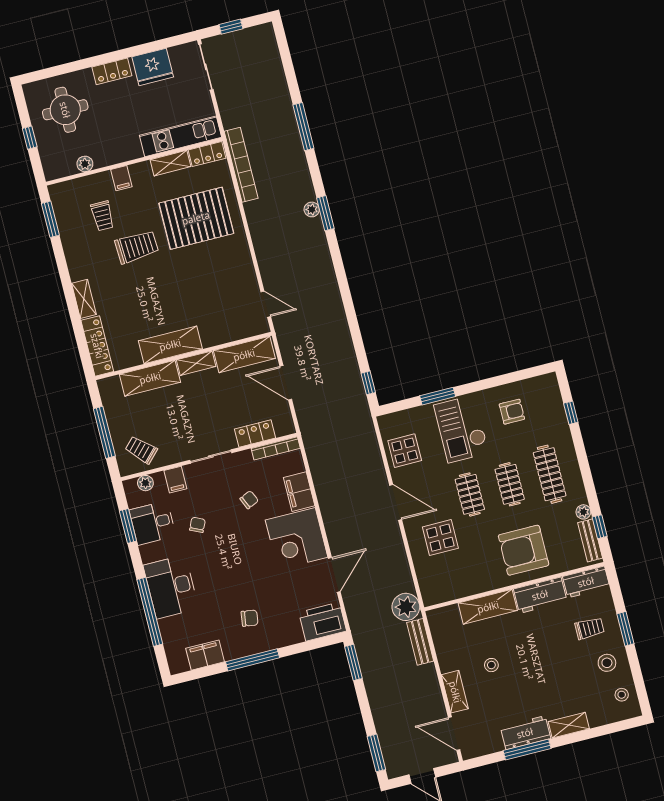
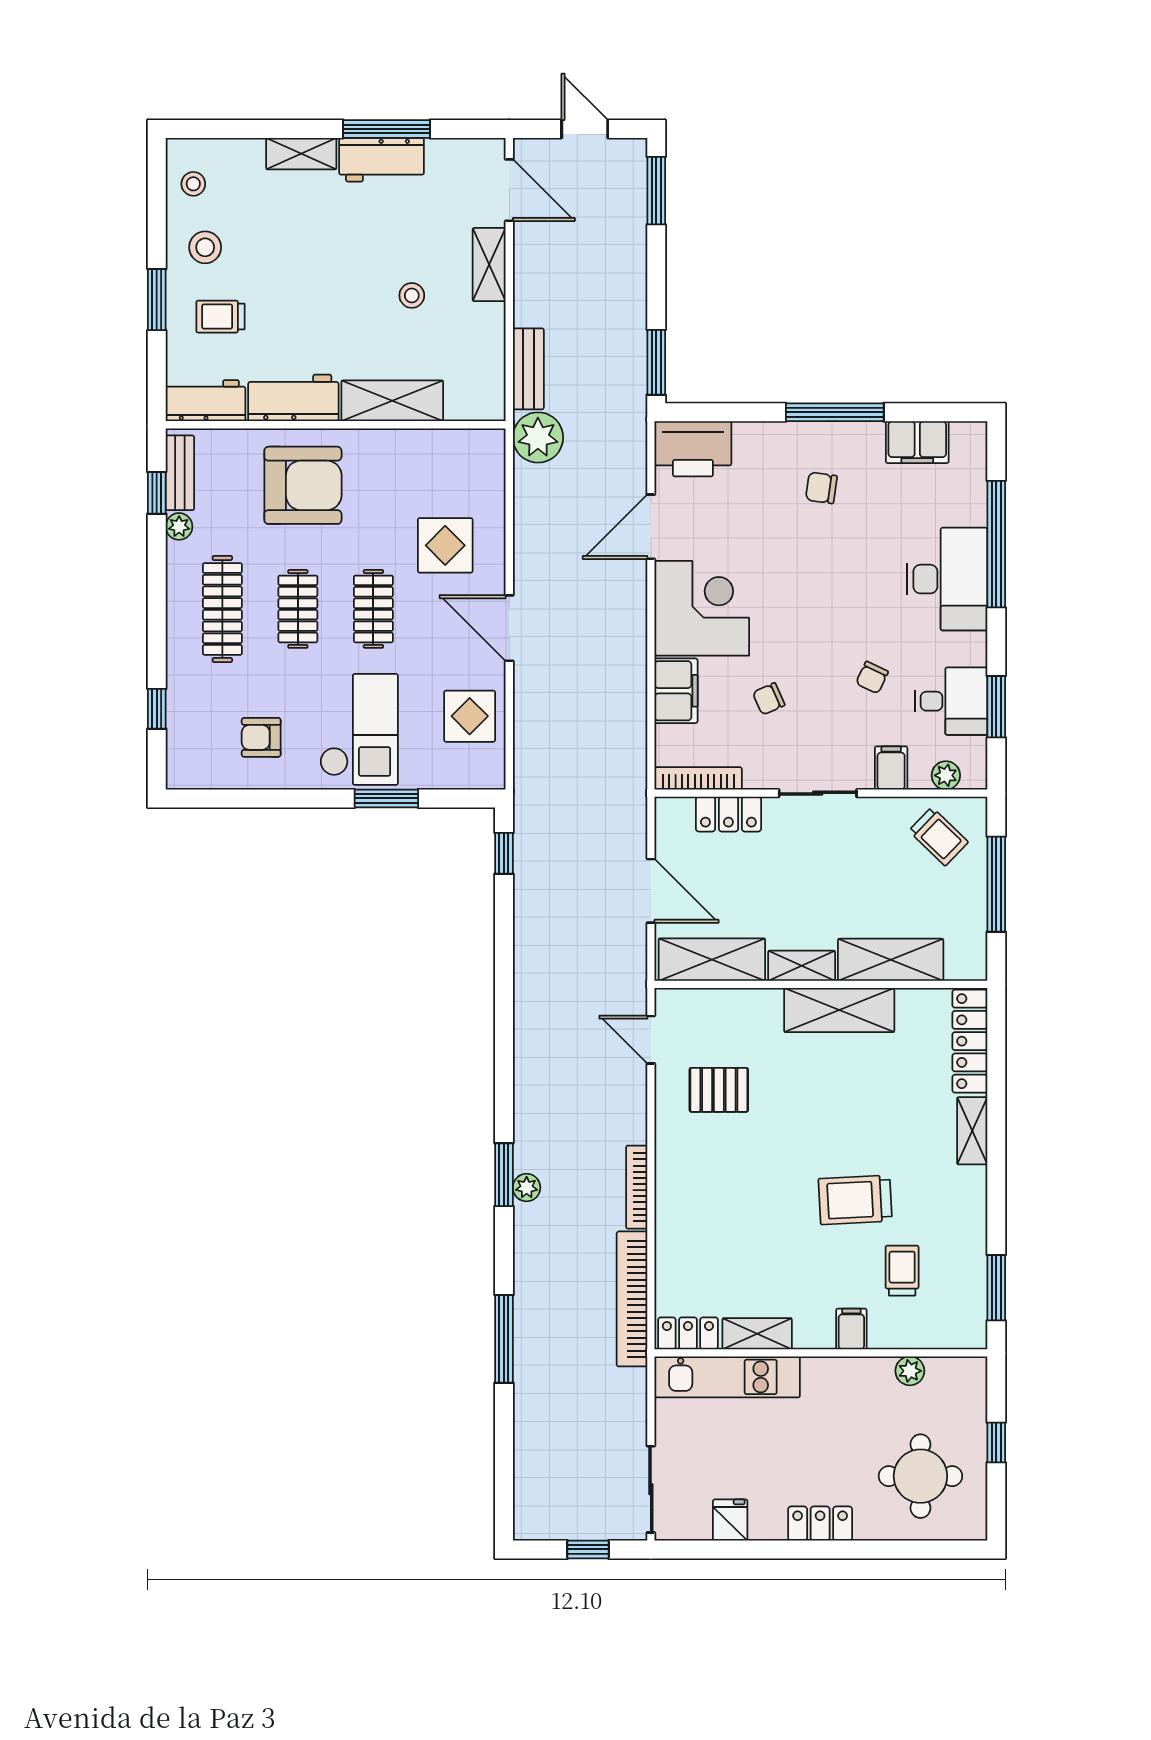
fridge: (153, 67) -> (730, 1520), width x0.53, depth x0.75
pallet: (196, 218) -> (719, 1090), moved, width x0.49, depth x0.50
bookcase: (254, 224) -> (637, 1187), added

